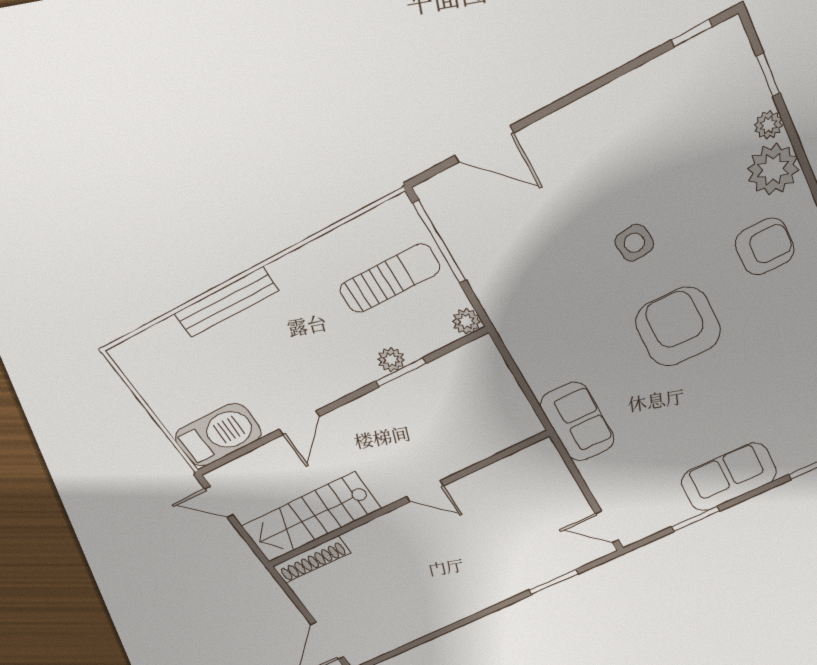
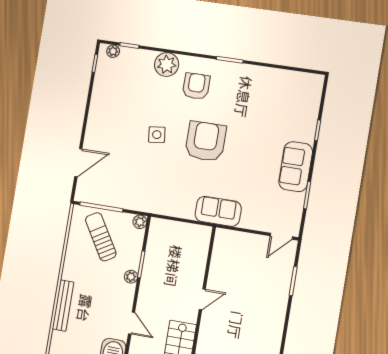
plant: (768, 125) -> (113, 51), moved
sun lounger: (390, 278) -> (101, 237), turned -31
armchair: (678, 327) -> (206, 141), turned 90
plant: (391, 360) -> (131, 277), moved

